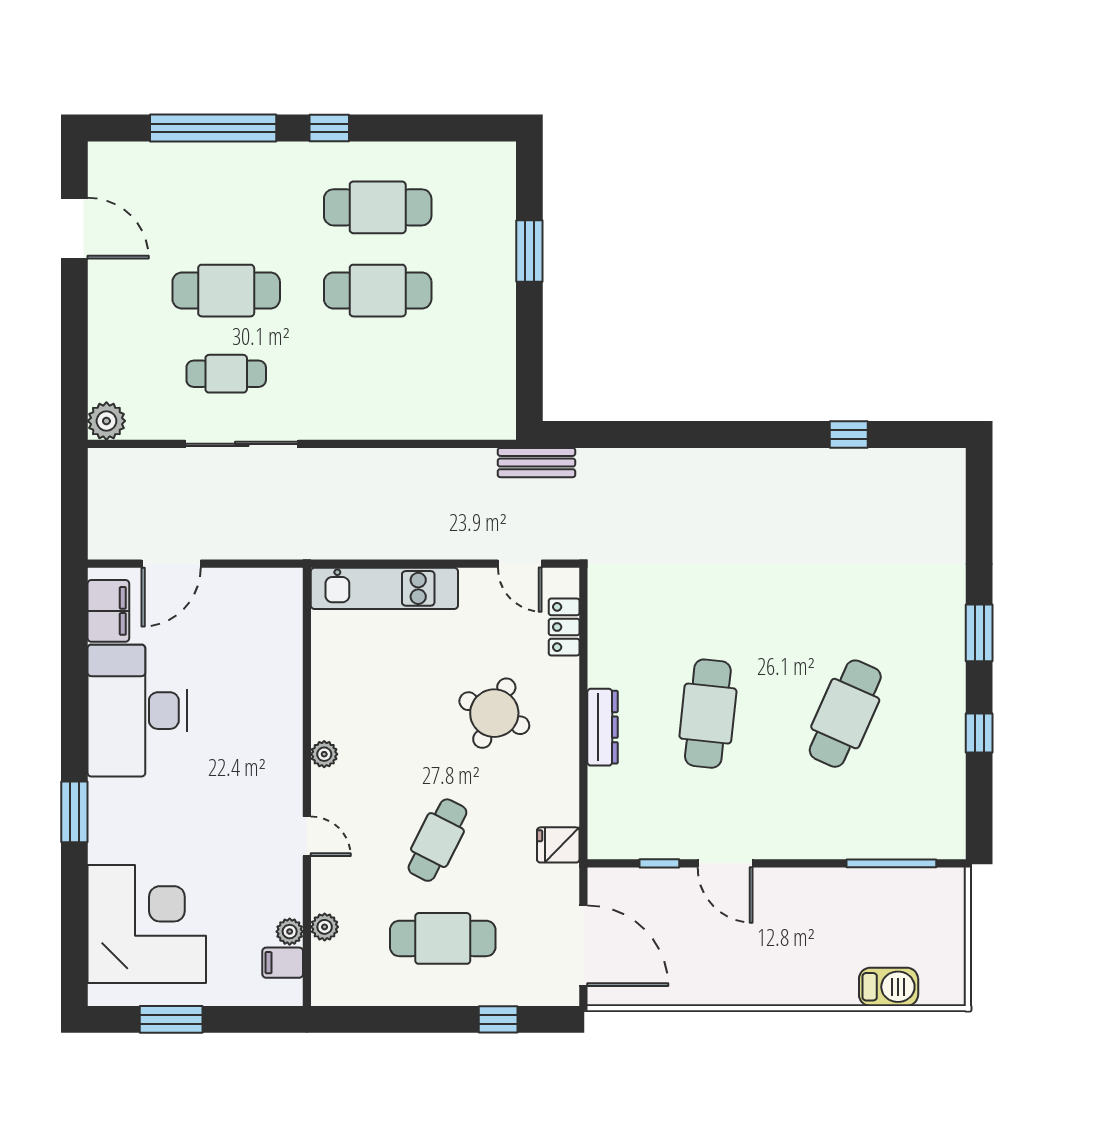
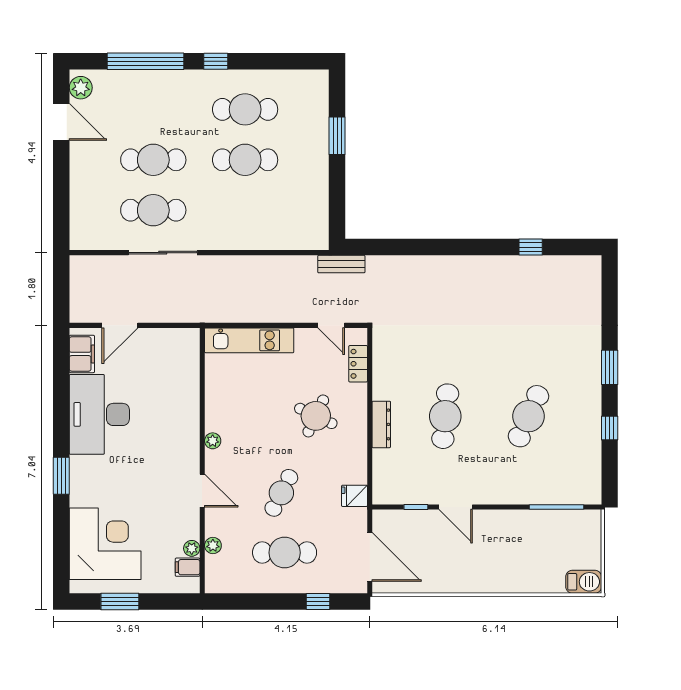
cafe table: (226, 374) -> (153, 210), width x1.37, depth x1.35
plant: (106, 421) -> (81, 88), moved
door: (307, 836) -> (202, 491), width x1.38
barbecue: (889, 987) -> (584, 582), moved

